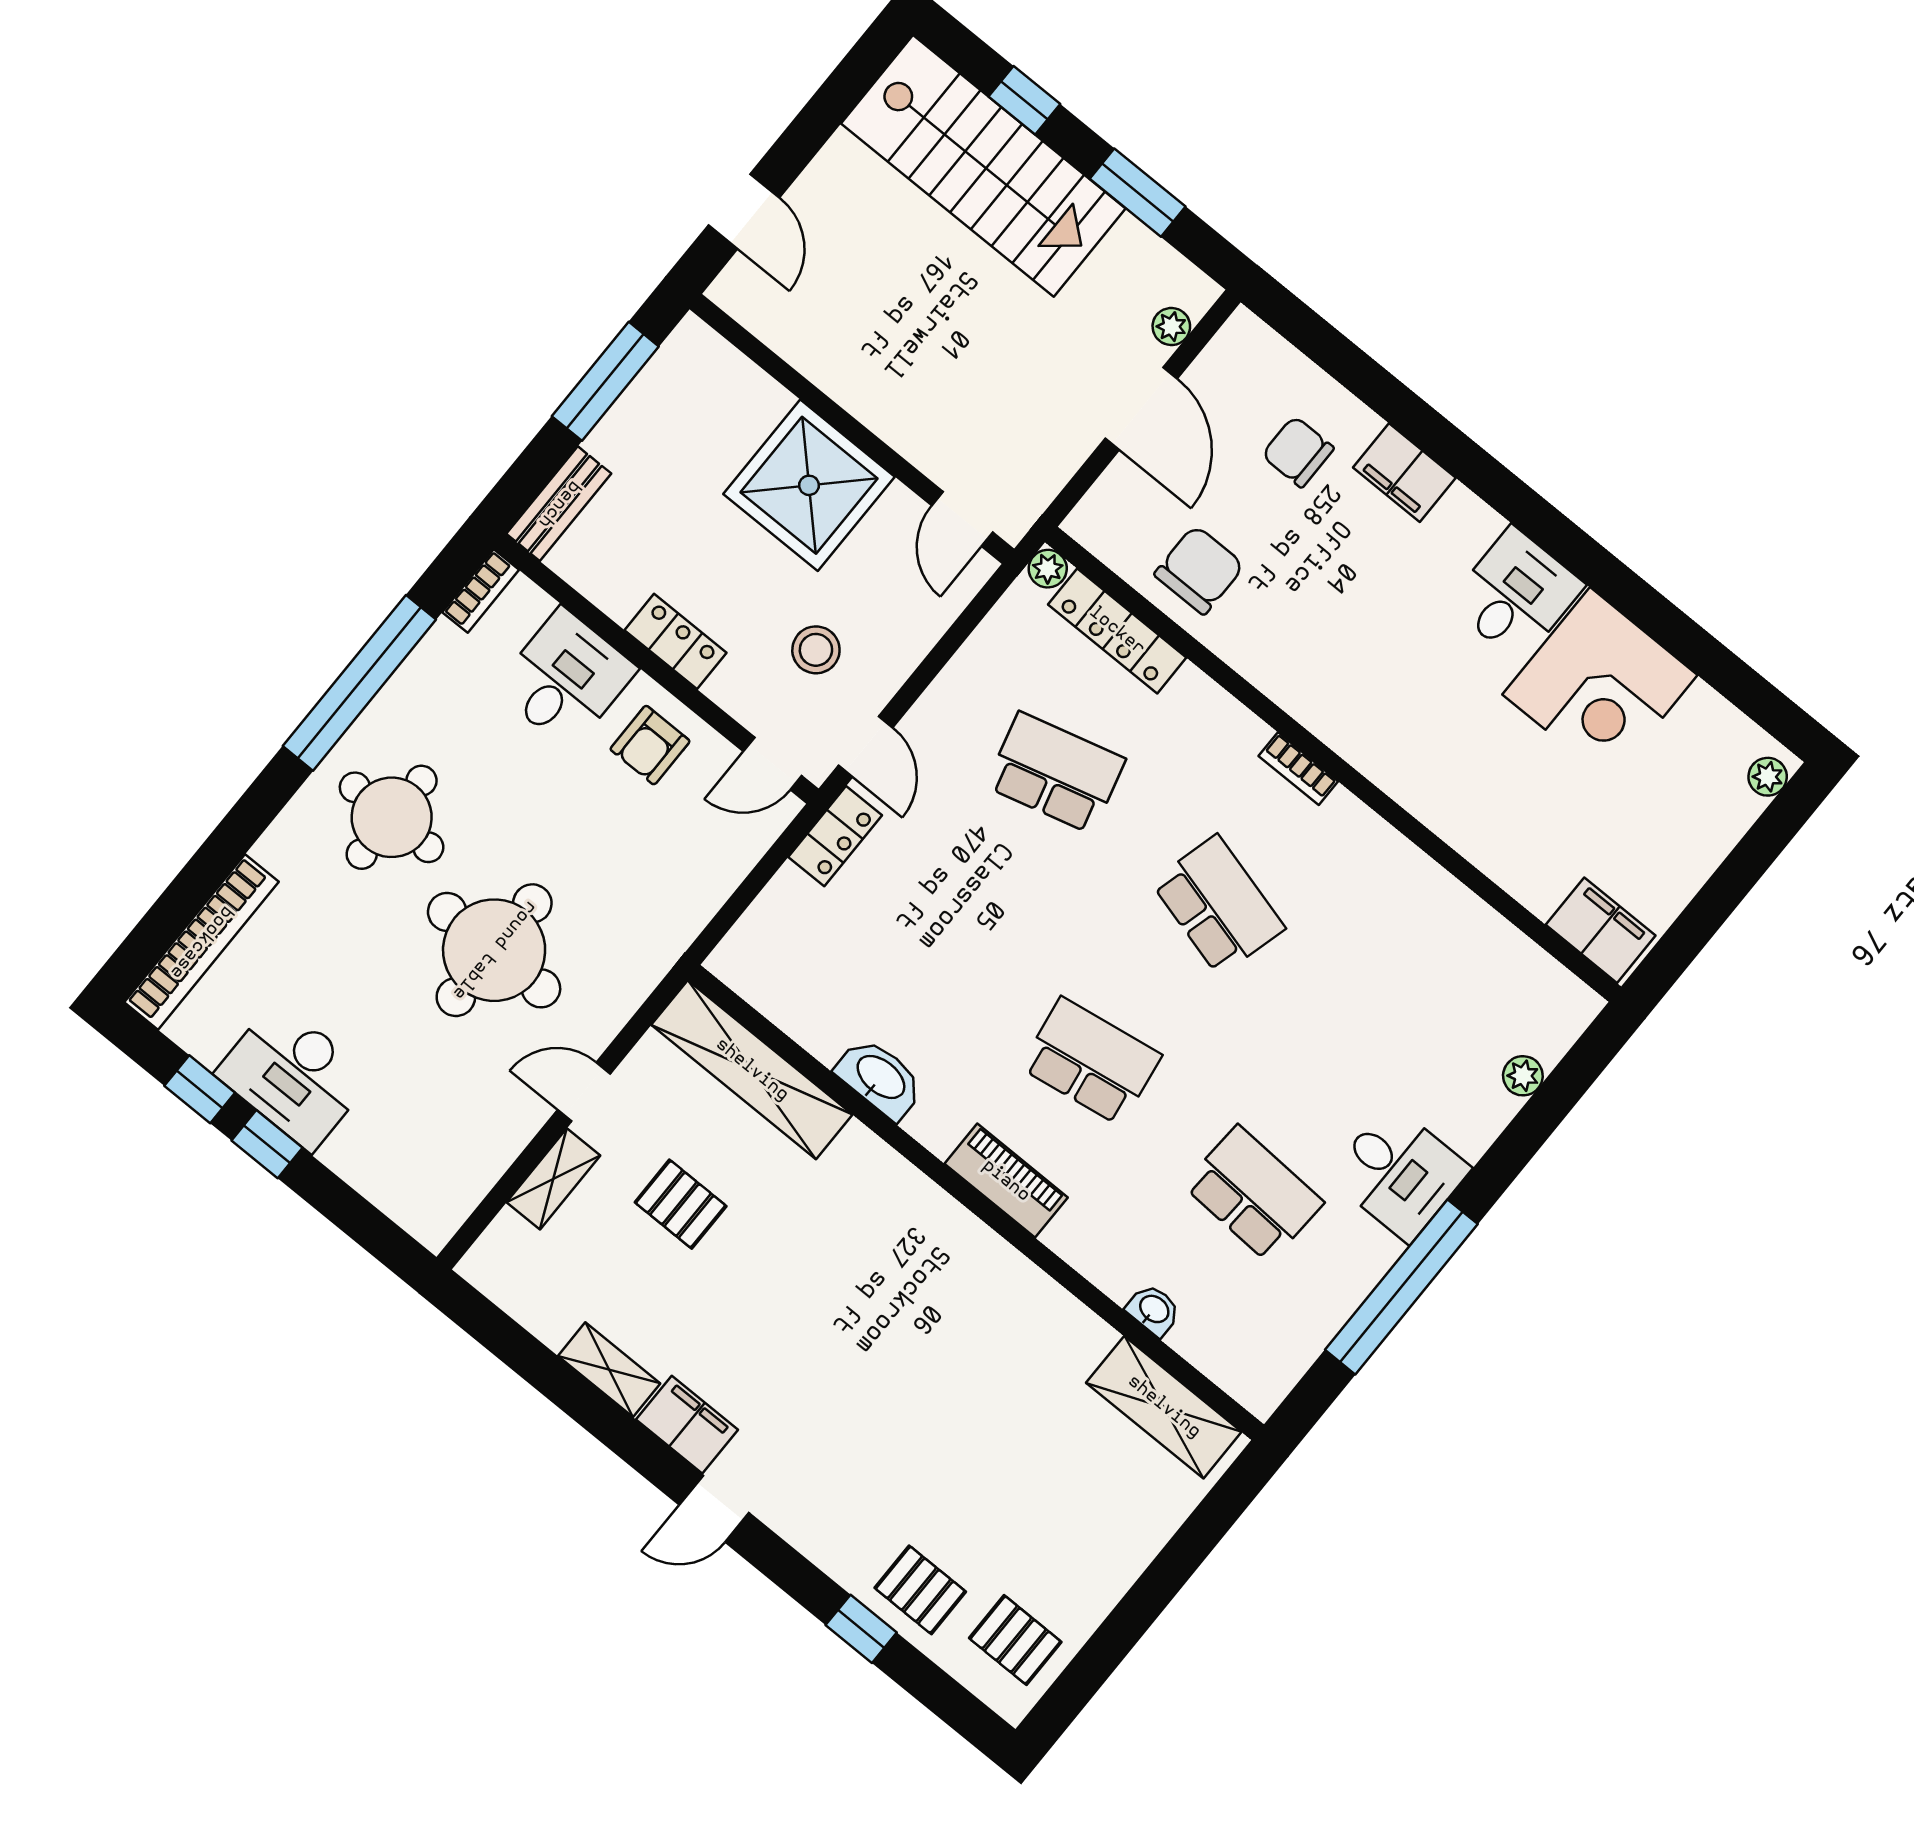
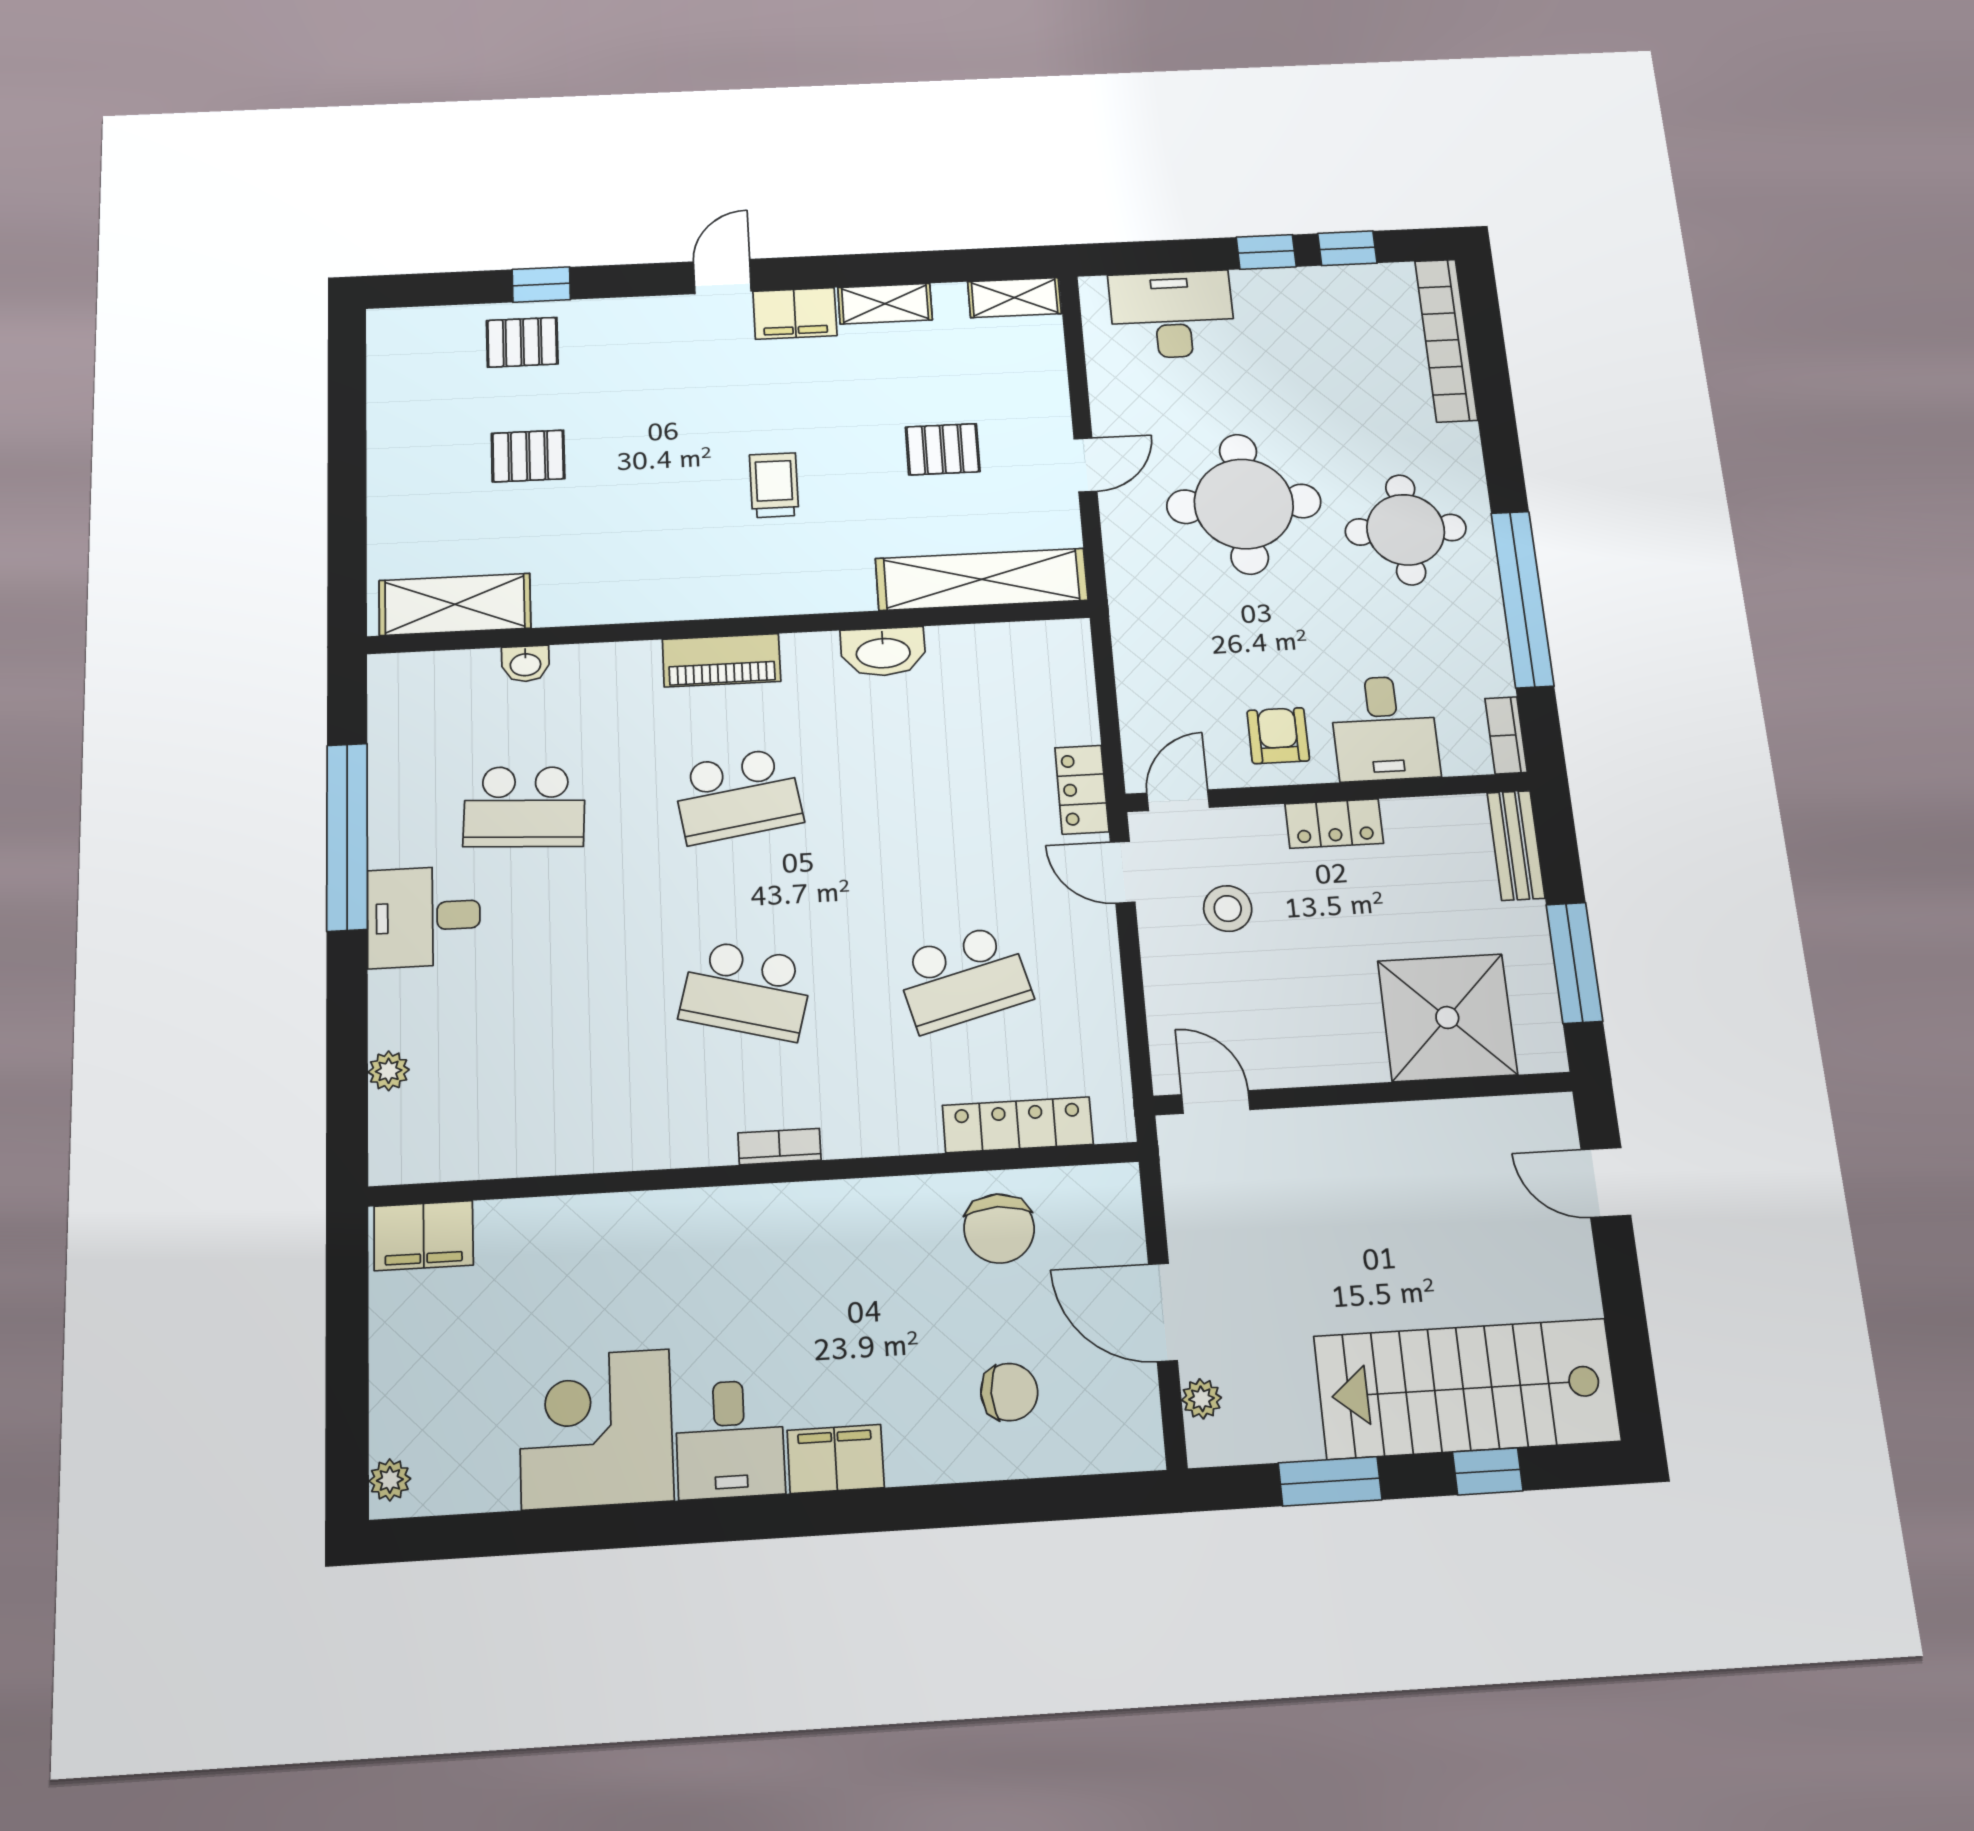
filing cabinet: (1404, 473) -> (836, 1459), moved
shower: (809, 485) -> (1447, 1018), moved
plant: (1048, 569) -> (1115, 1124), removed
desk: (294, 1076) -> (1172, 315), moved
shelving: (553, 1179) -> (1015, 298), moved, turned 90
trolley: (837, 1290) -> (774, 485), added
pallet: (1015, 1640) -> (528, 456), moved

